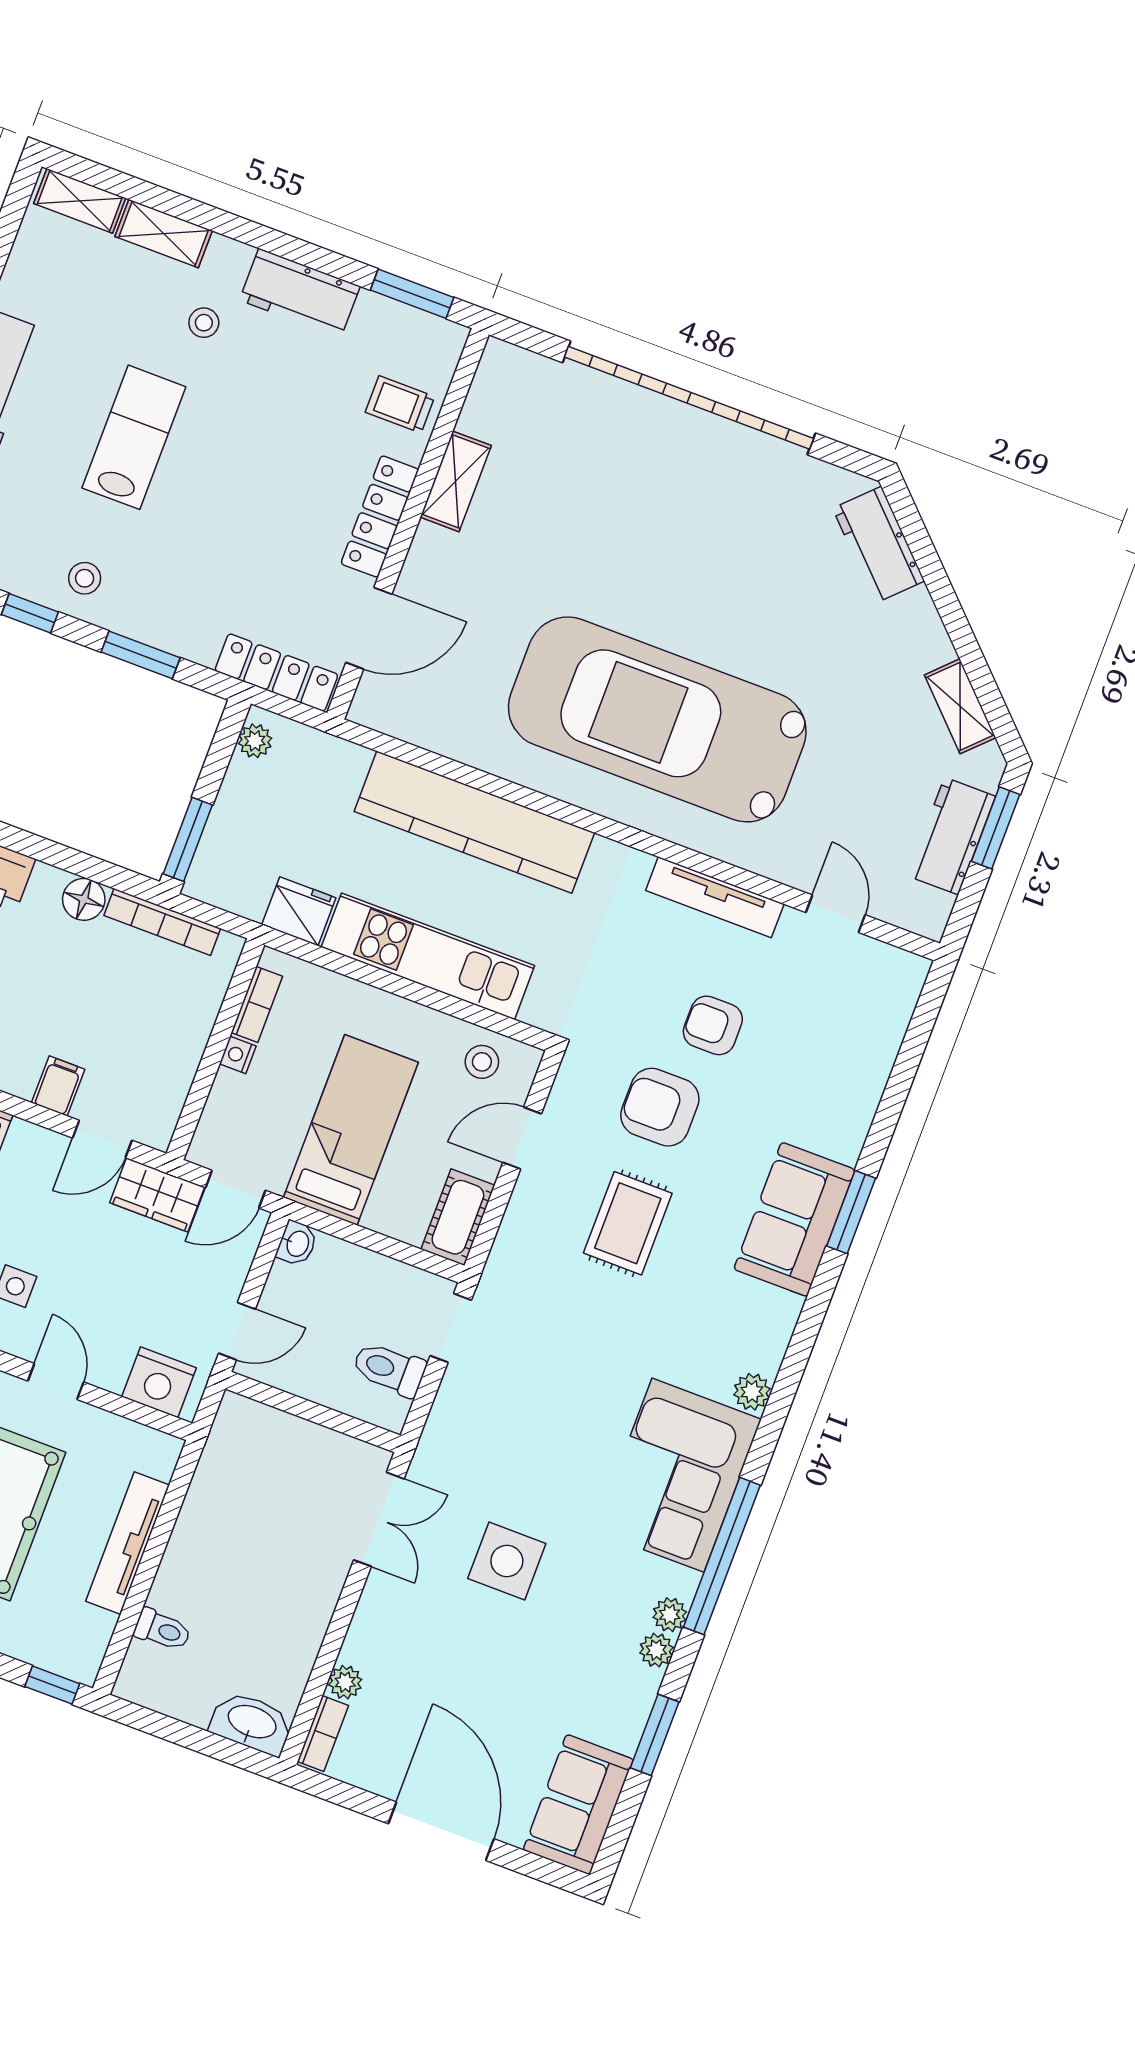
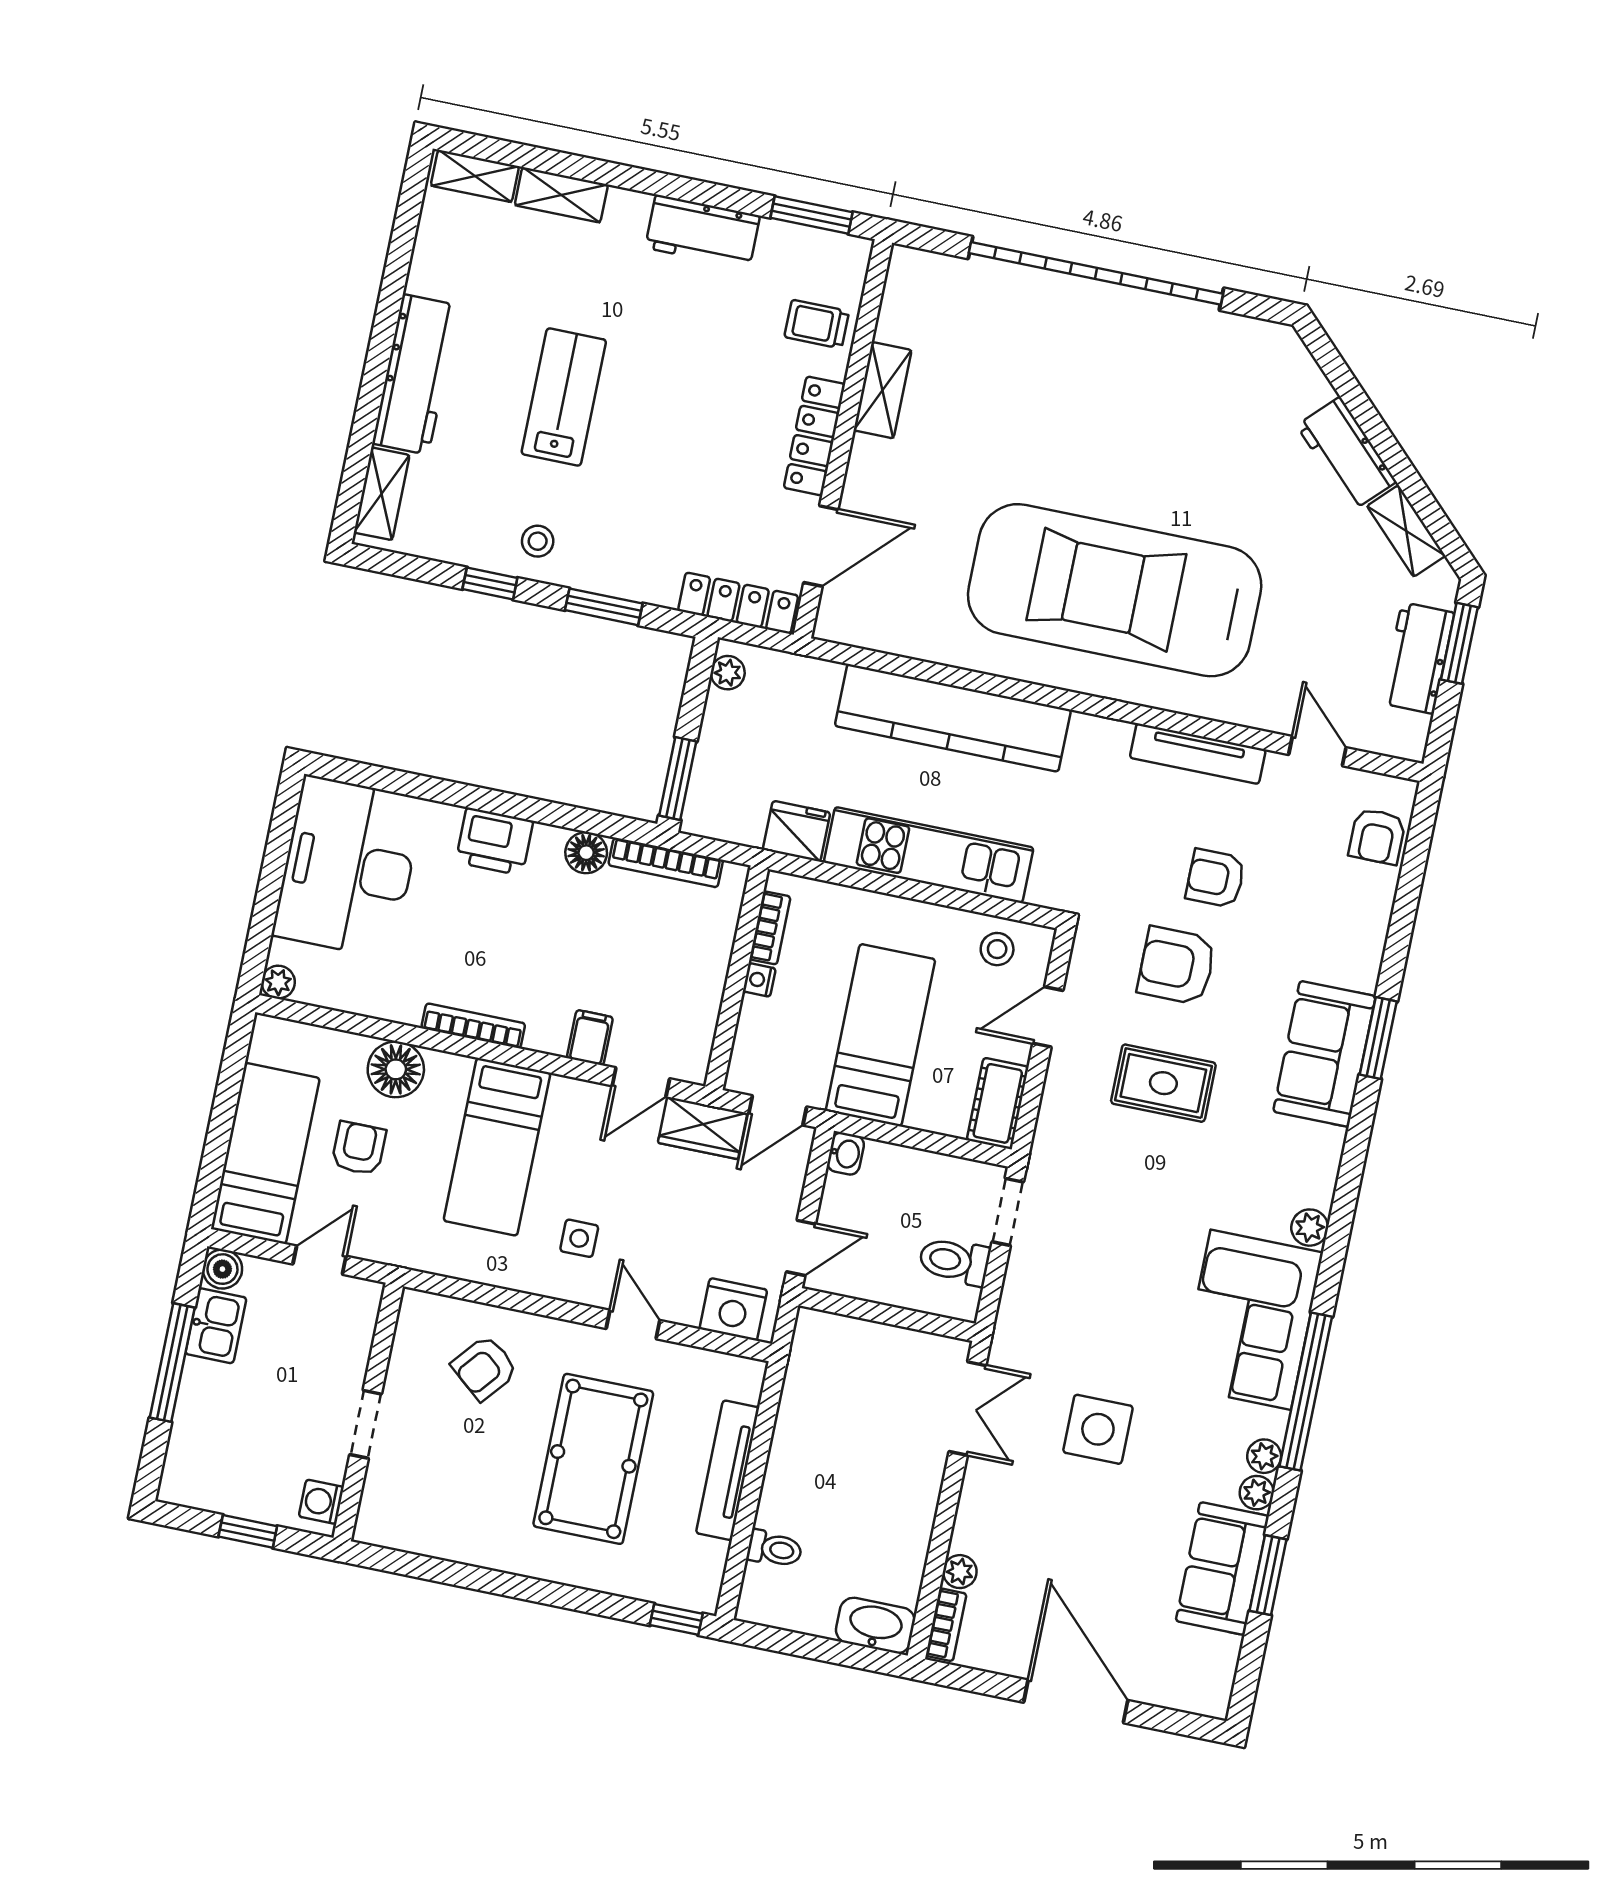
stool: (204, 323) -> (614, 275), removed
workbench: (879, 545) -> (1346, 454), moved
armchair: (882, 1009) -> (1377, 836), added
rug: (628, 1223) -> (1163, 1083), turned 90
sofa: (578, 1805) -> (1222, 1569), moved

